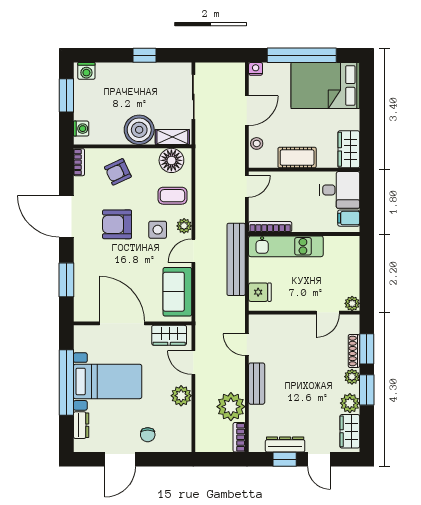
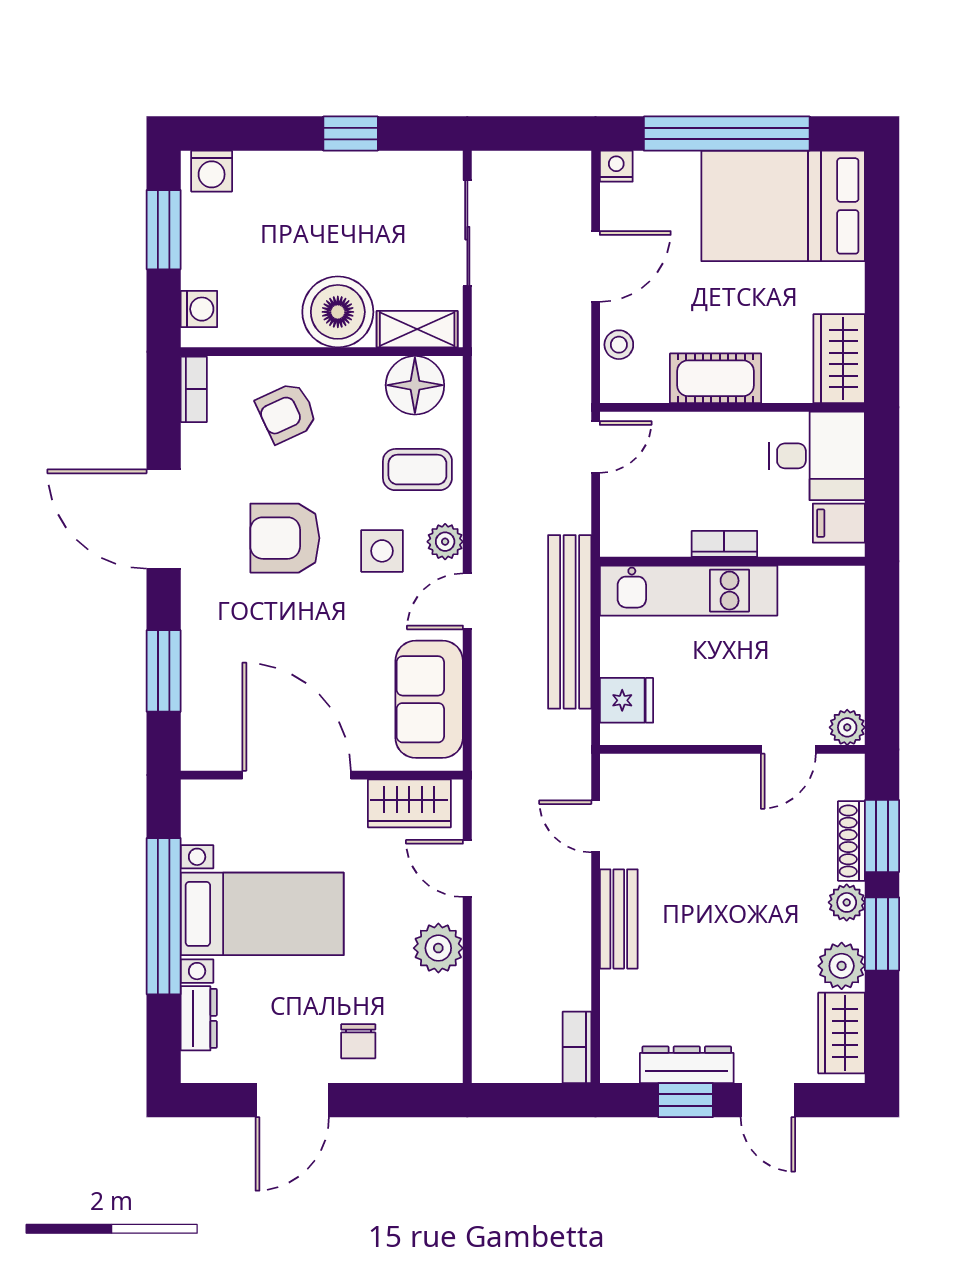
bookcase: (270, 227) -> (724, 544), moved, width x0.64
plant: (231, 407) -> (557, 974), removed

